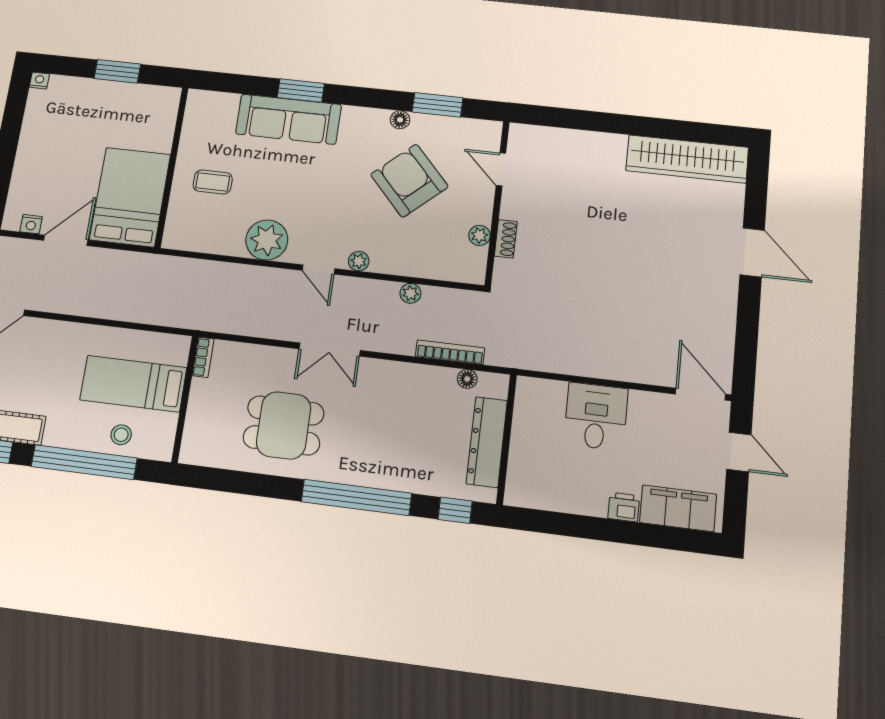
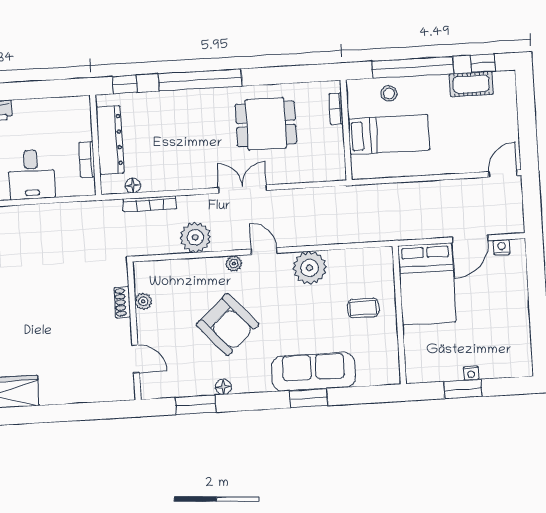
nightstand: (39, 81) -> (471, 373), moved
armchair: (409, 181) -> (227, 325), moved
plant: (410, 293) -> (195, 237), width x1.88, depth x1.88
bookcase: (203, 357) -> (336, 109), moved
bookcase: (521, 422) -> (87, 160), added

